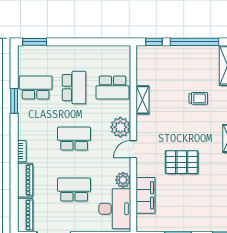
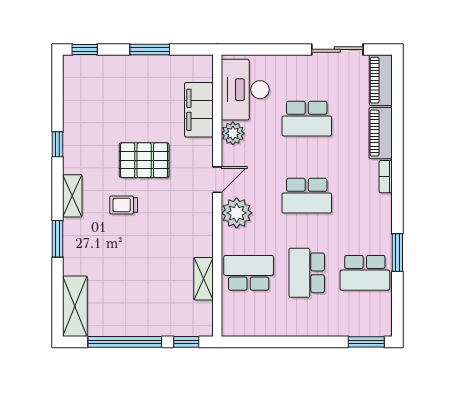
trolley: (198, 98) -> (124, 205), moved
shelving: (142, 100) -> (203, 279), moved

